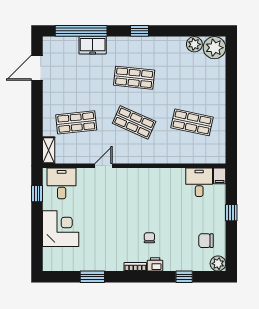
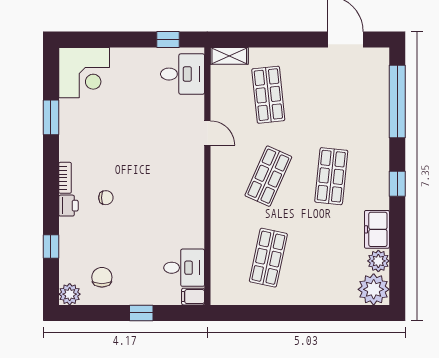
freezer: (93, 45) -> (377, 229), moved
corner desk: (61, 229) -> (84, 73), moved

